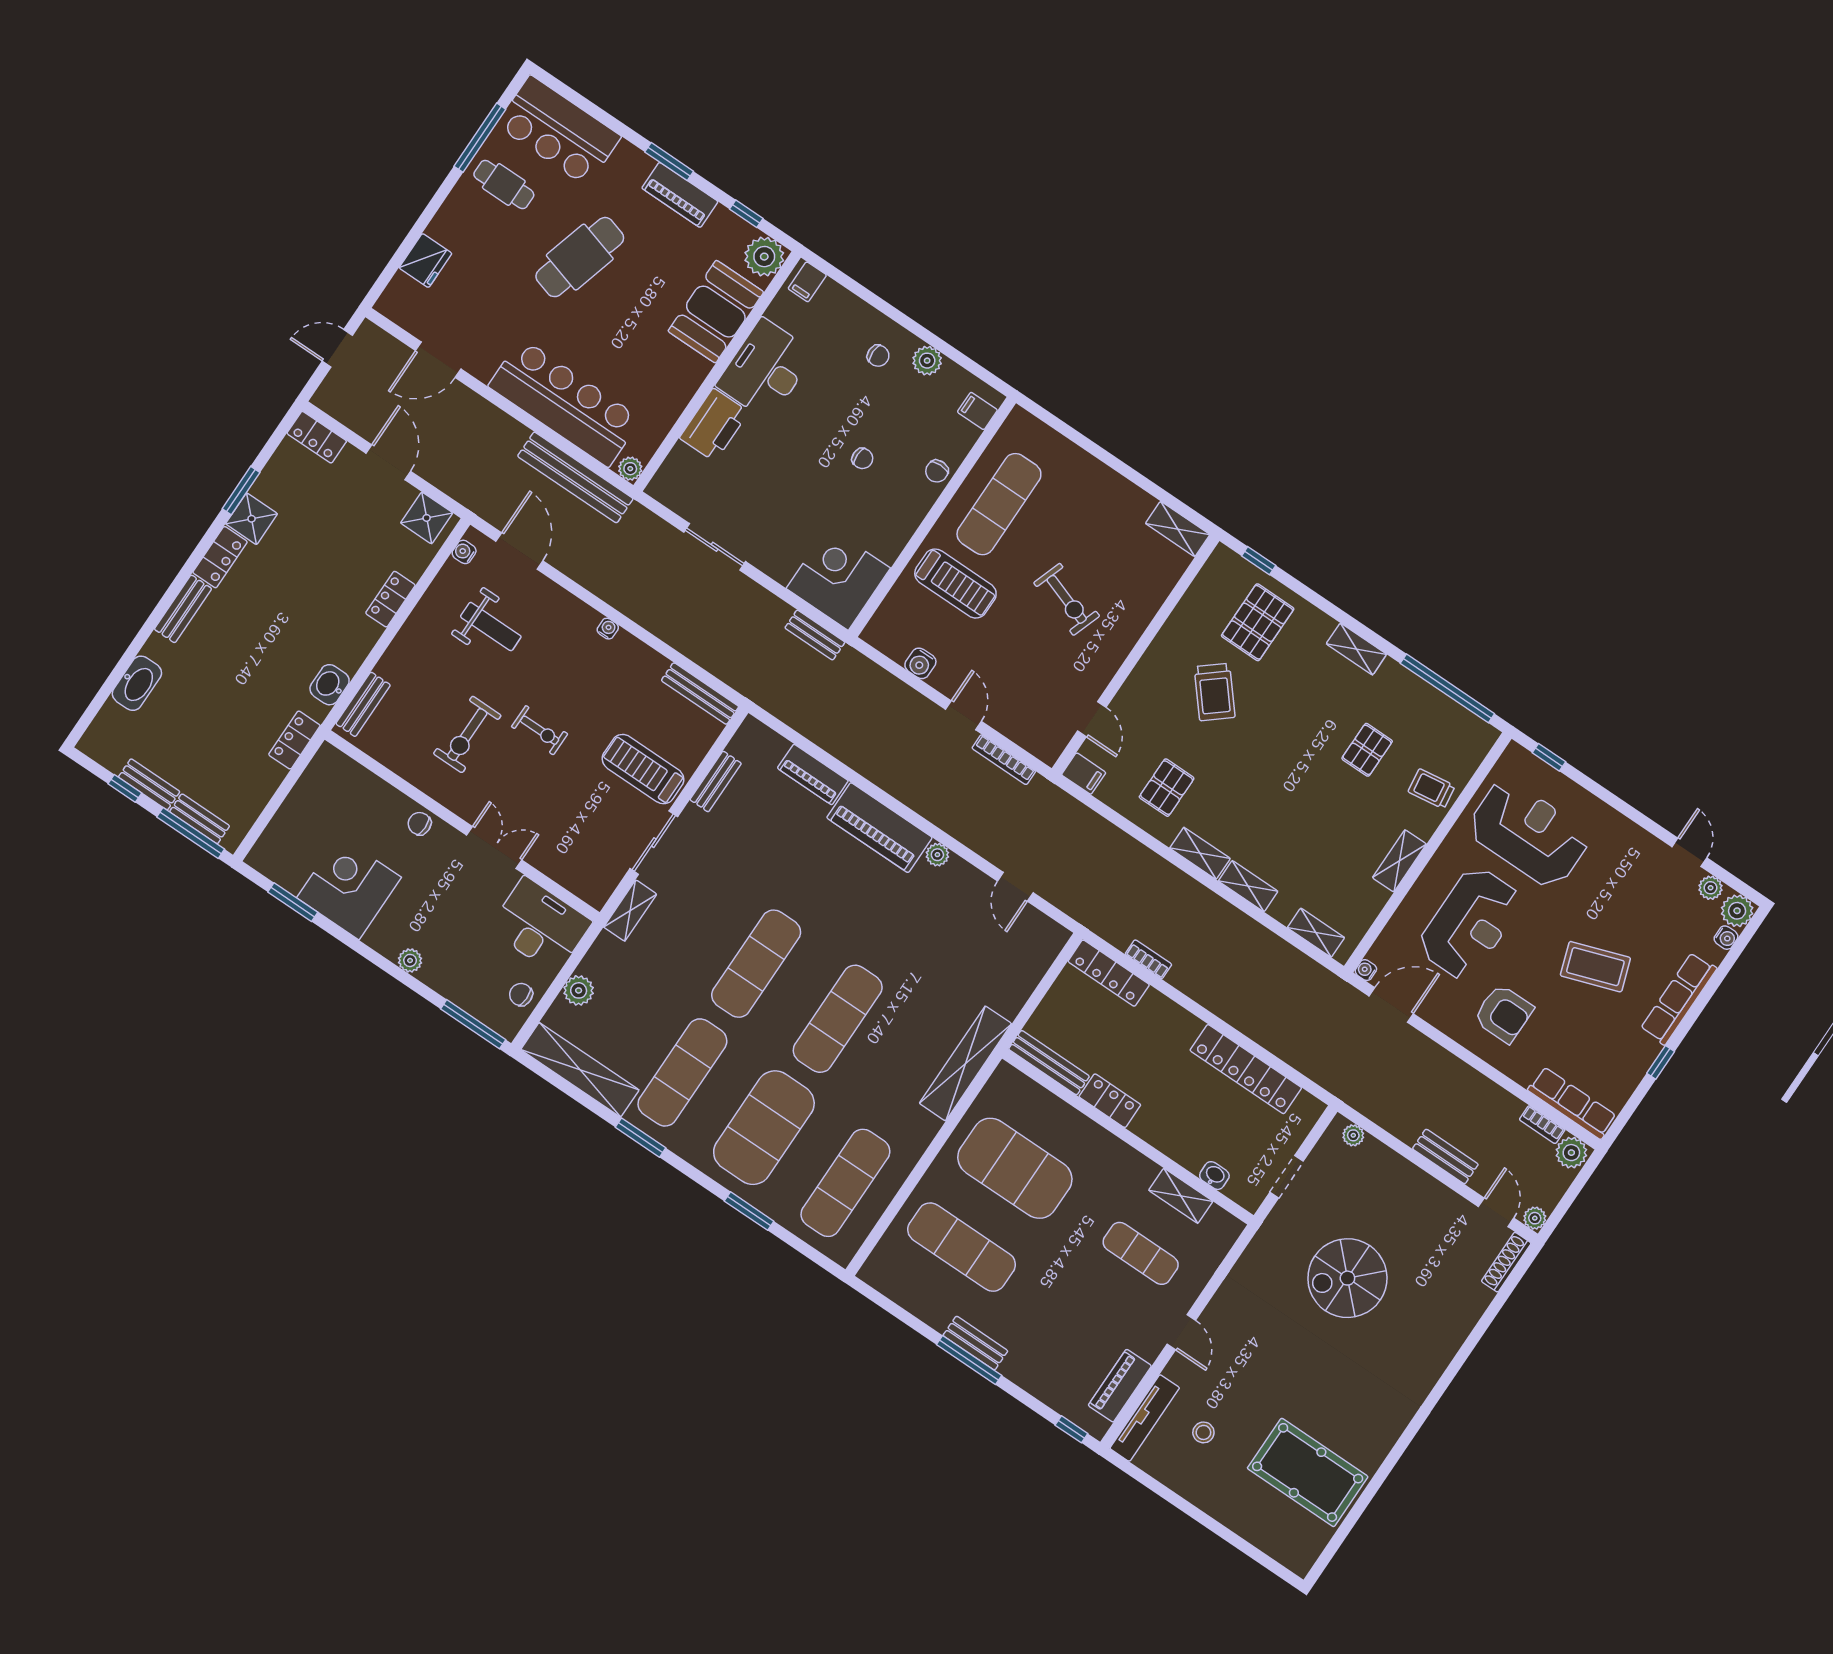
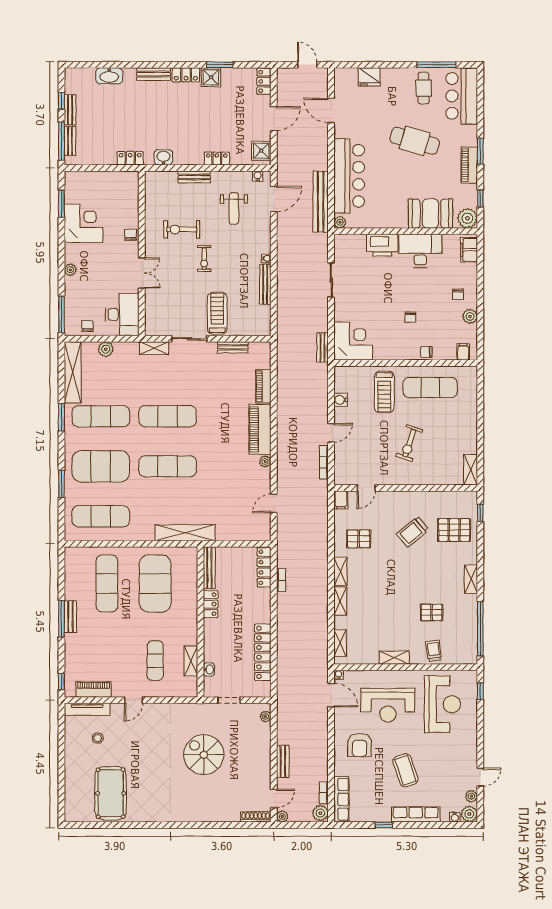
filing cabinet: (807, 282) -> (469, 250), width x2.00
bench: (700, 694) -> (265, 284), moved
bench: (363, 704) -> (194, 177), moved

